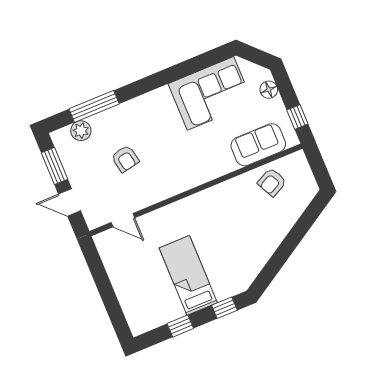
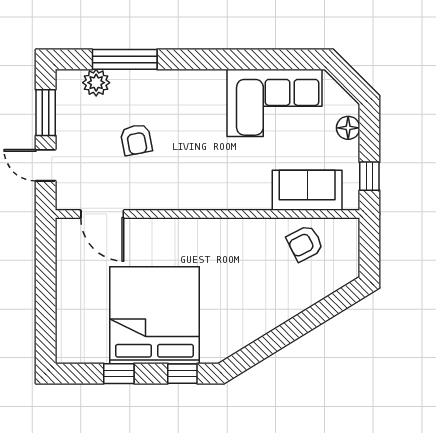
door: (123, 220) -> (102, 214), width x1.38
bed: (188, 275) -> (154, 315), width x2.04

